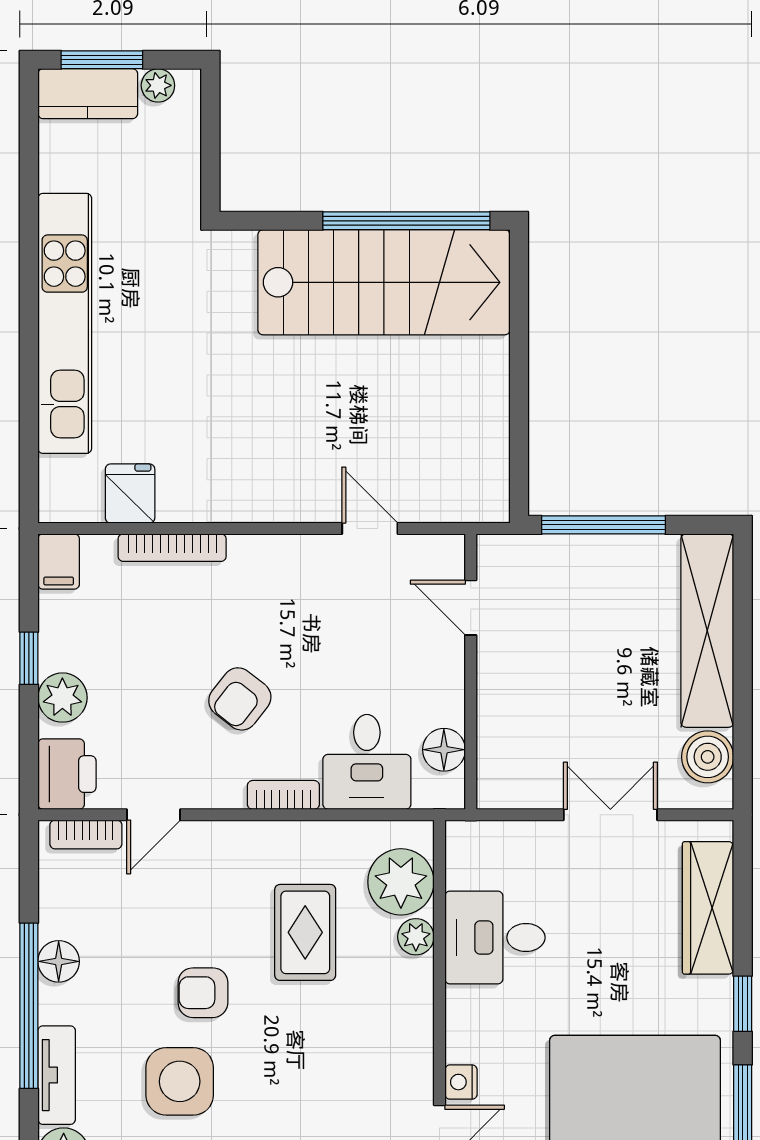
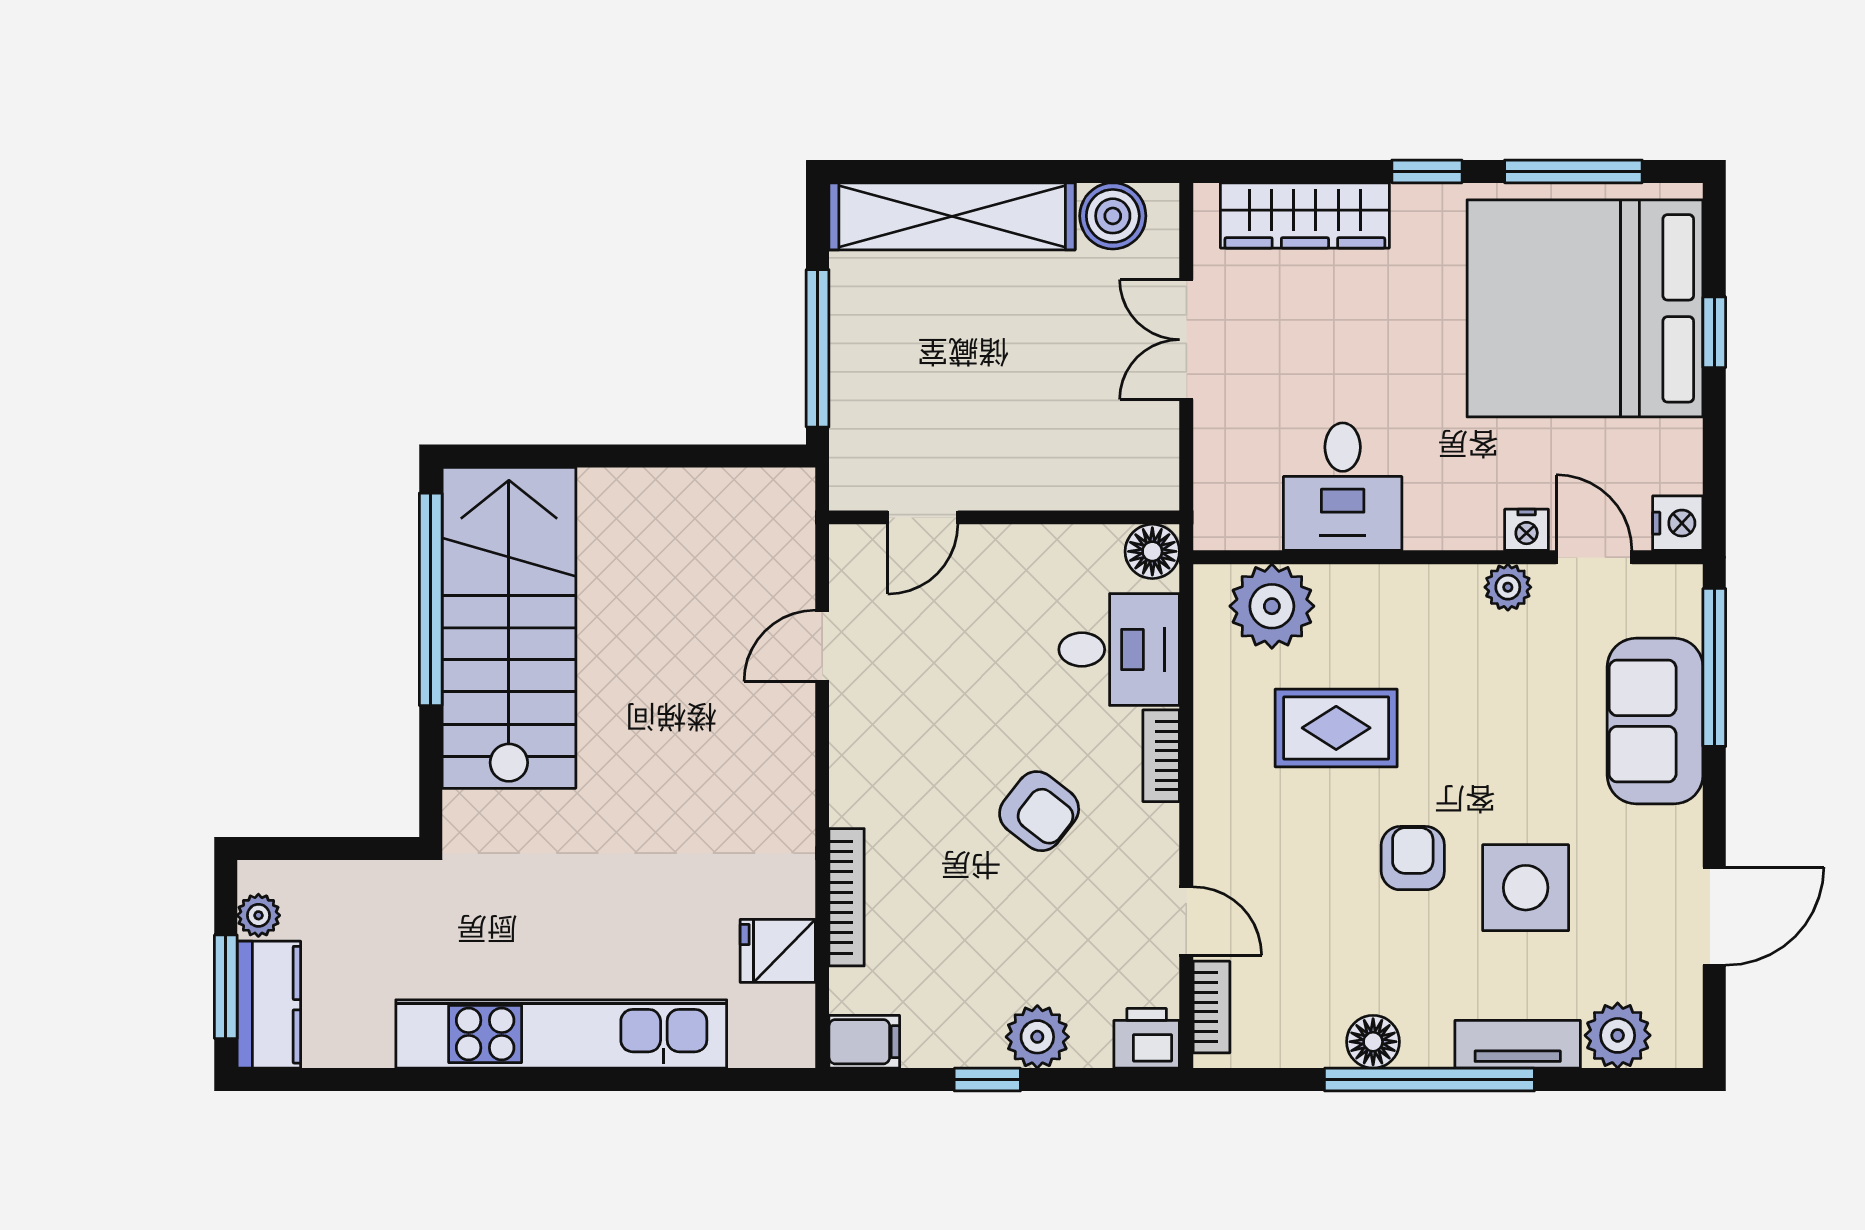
floor lamp: (444, 750) -> (1152, 551), moved
printer: (67, 774) -> (1147, 1038), width x0.73, depth x0.81
plant: (416, 937) -> (1508, 587), moved
armchair: (203, 993) -> (1413, 858), turned 180

